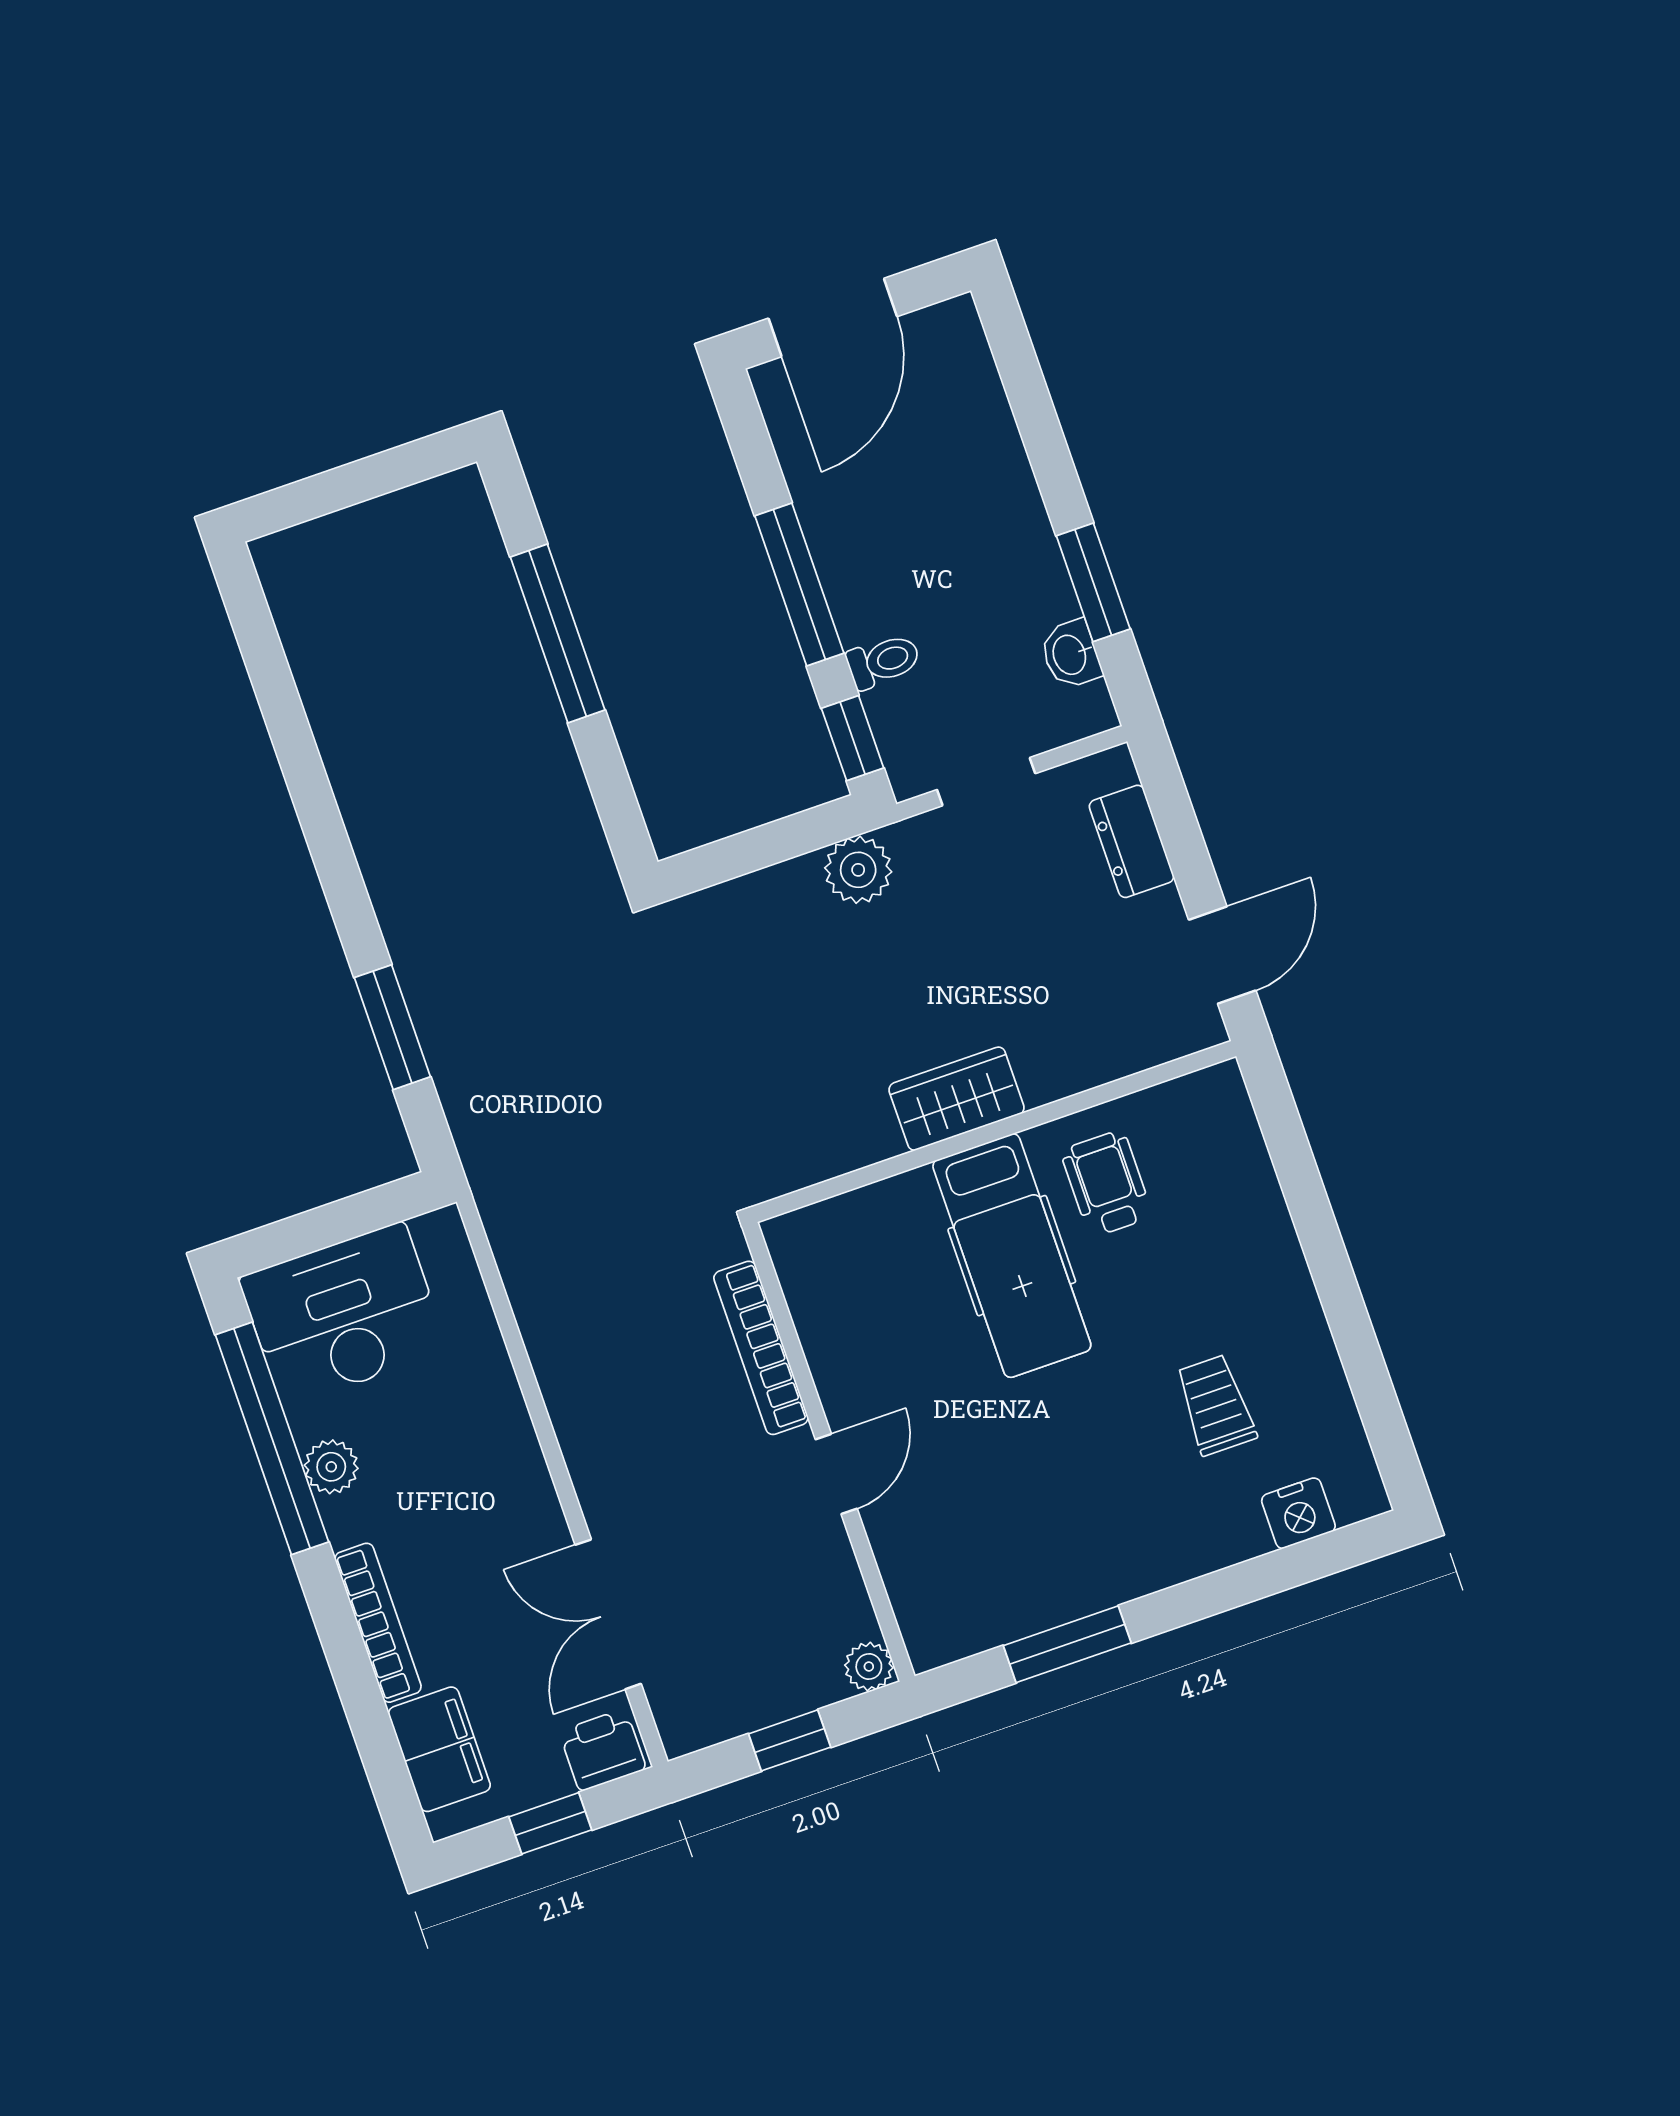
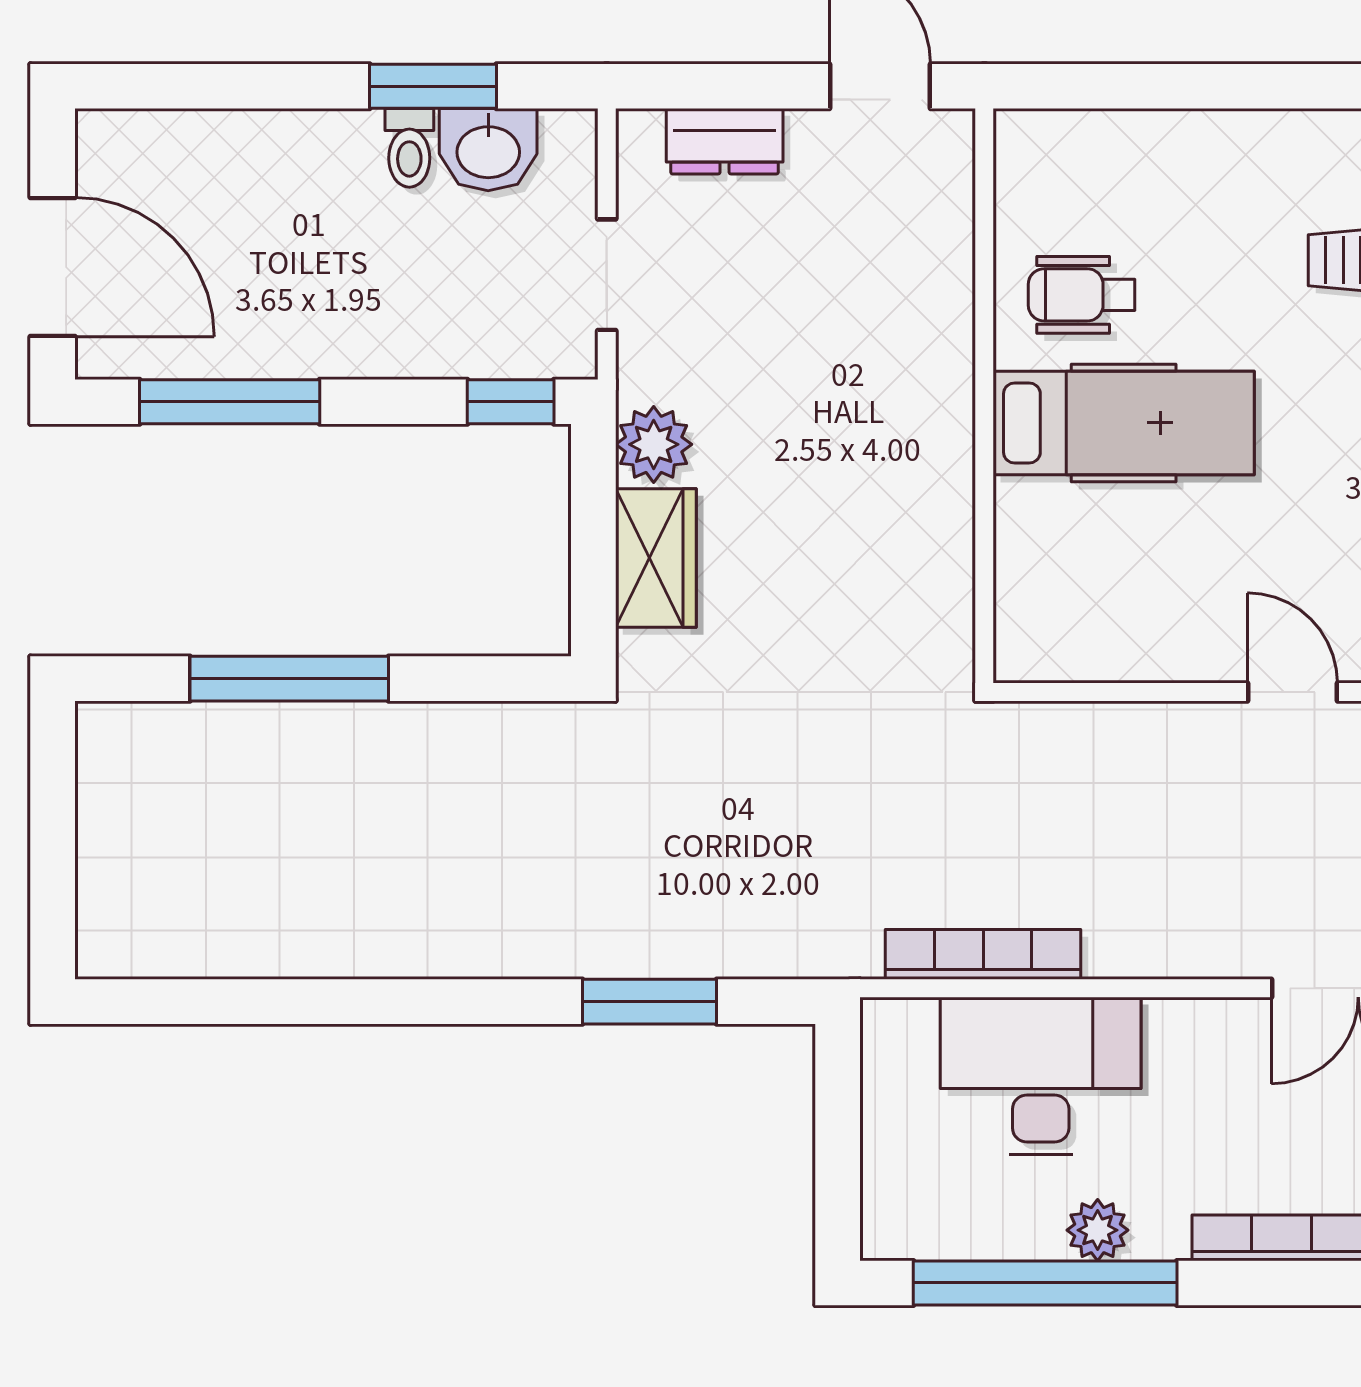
window: (799, 584) -> (230, 402), moved
washbasin: (1071, 654) -> (488, 150), width x1.38, depth x1.45
toilet: (883, 661) -> (409, 148), moved, turned 180
wardrobe: (957, 1099) -> (656, 558), moved, turned 180
desk: (343, 1314) -> (1041, 1076), moved, turned 90
bookcase: (761, 1348) -> (983, 954), moved, turned 180

